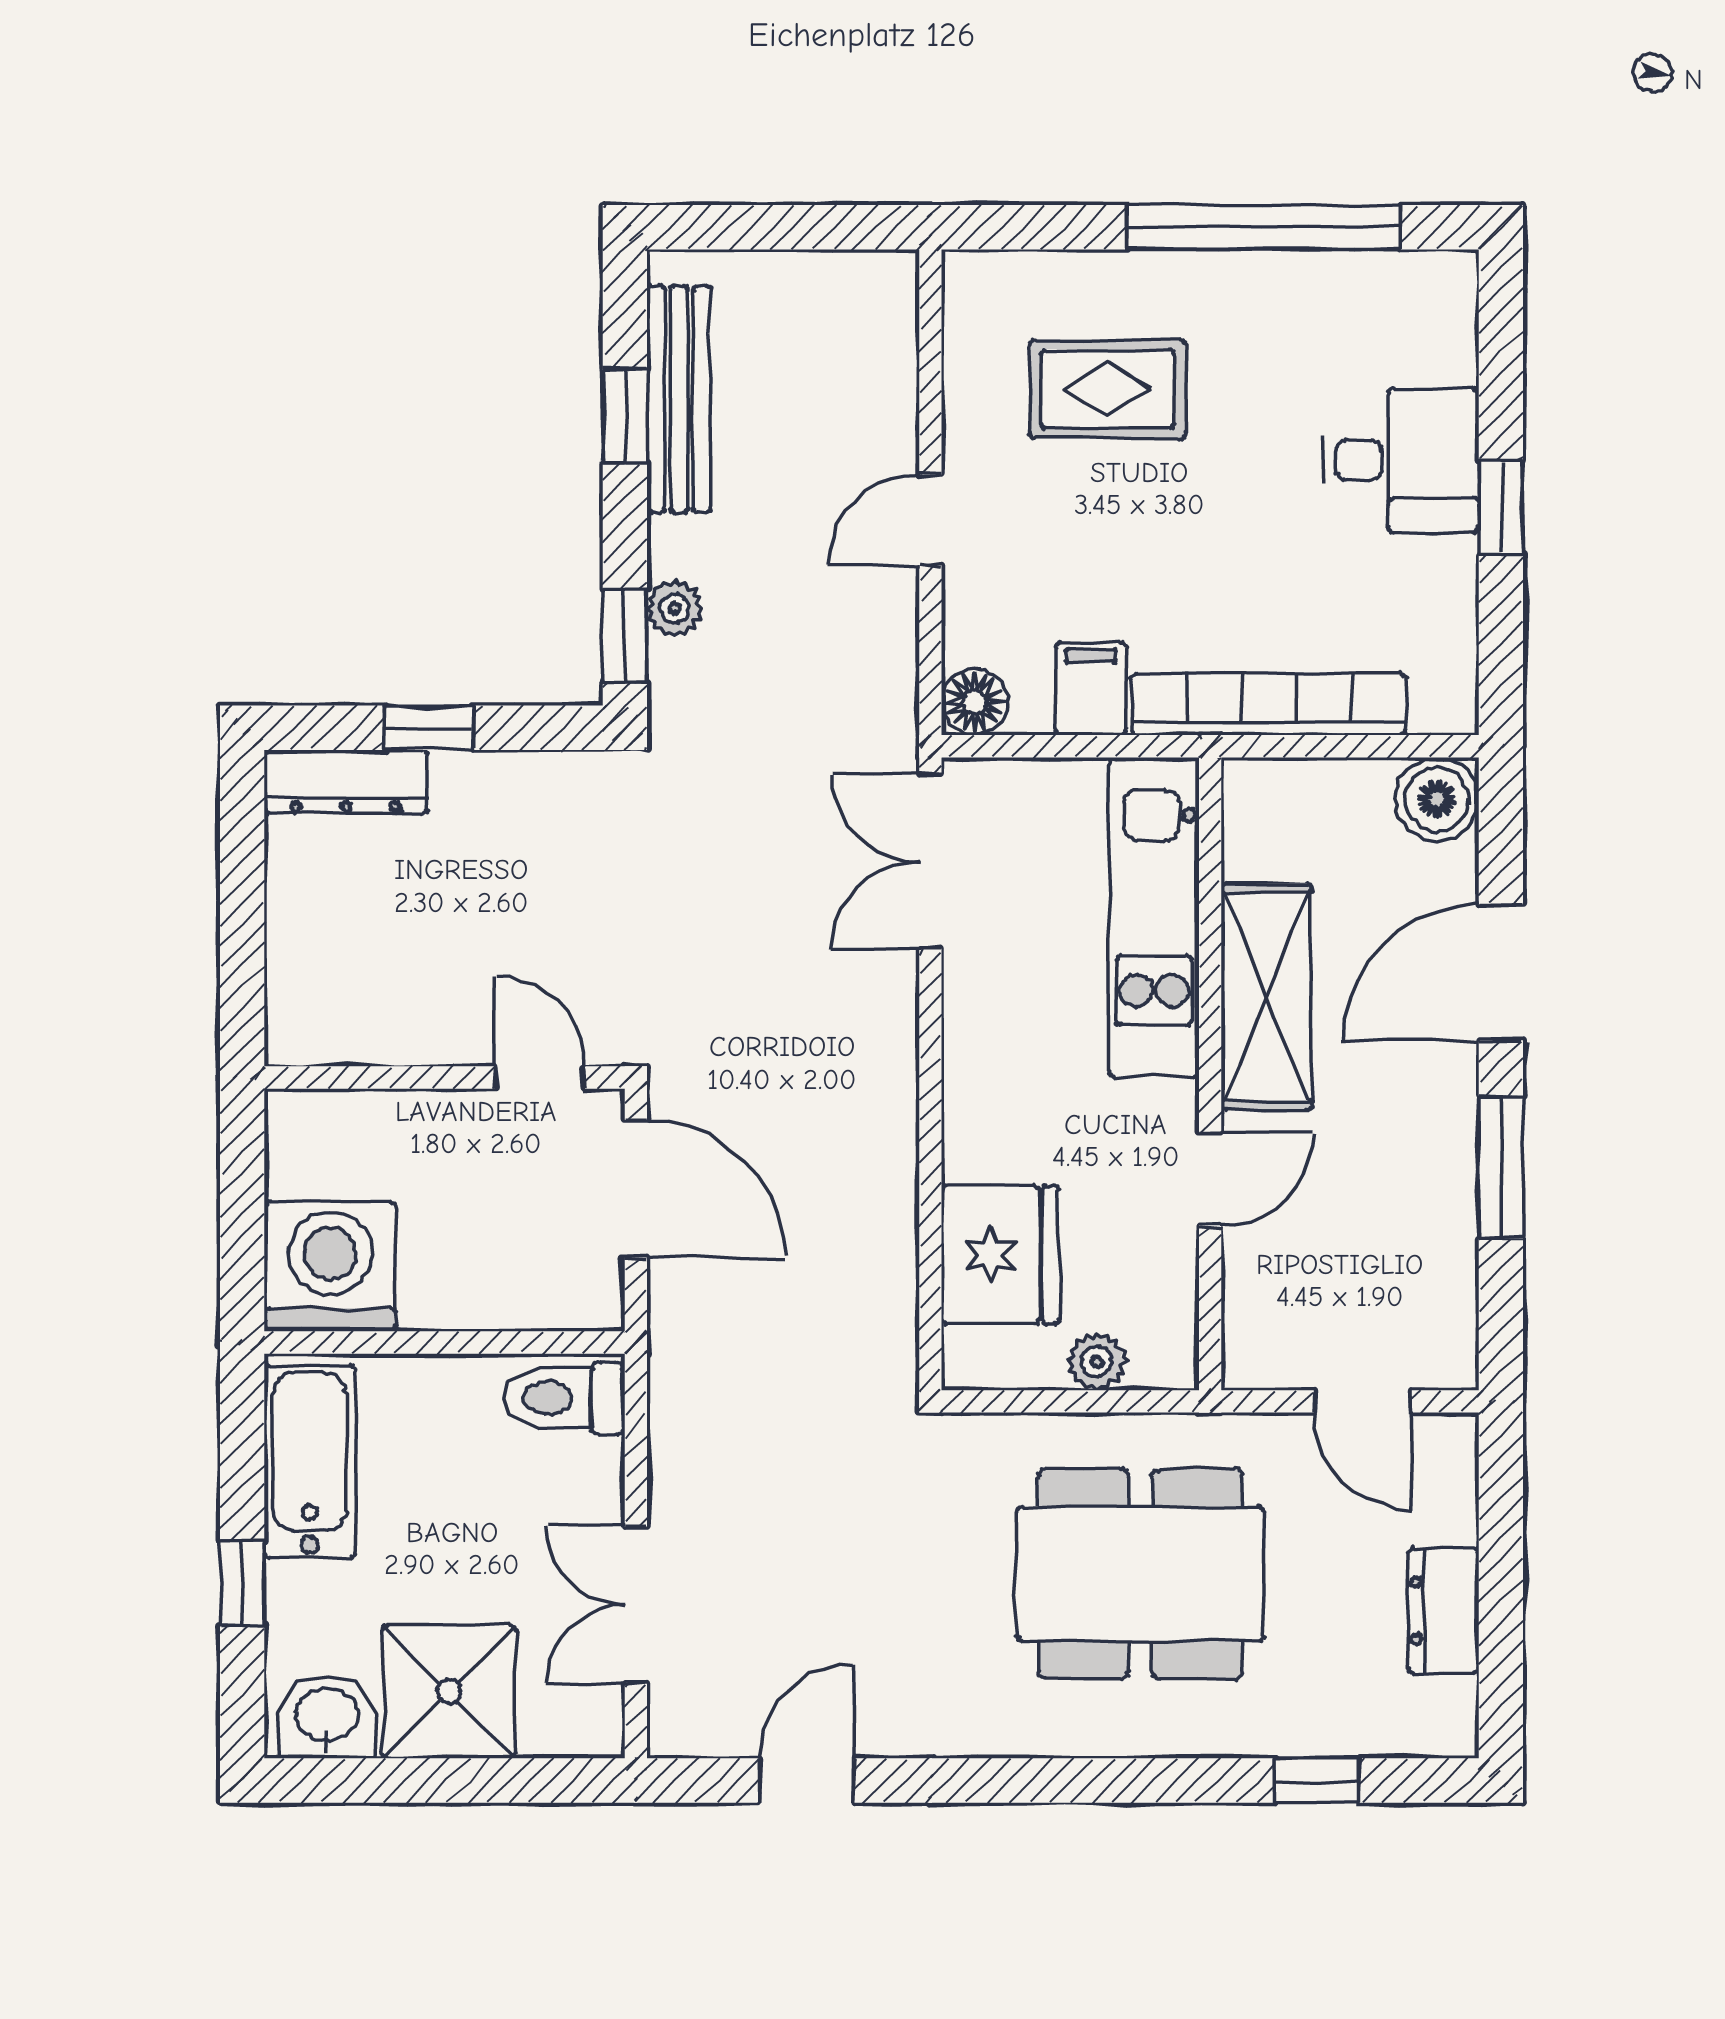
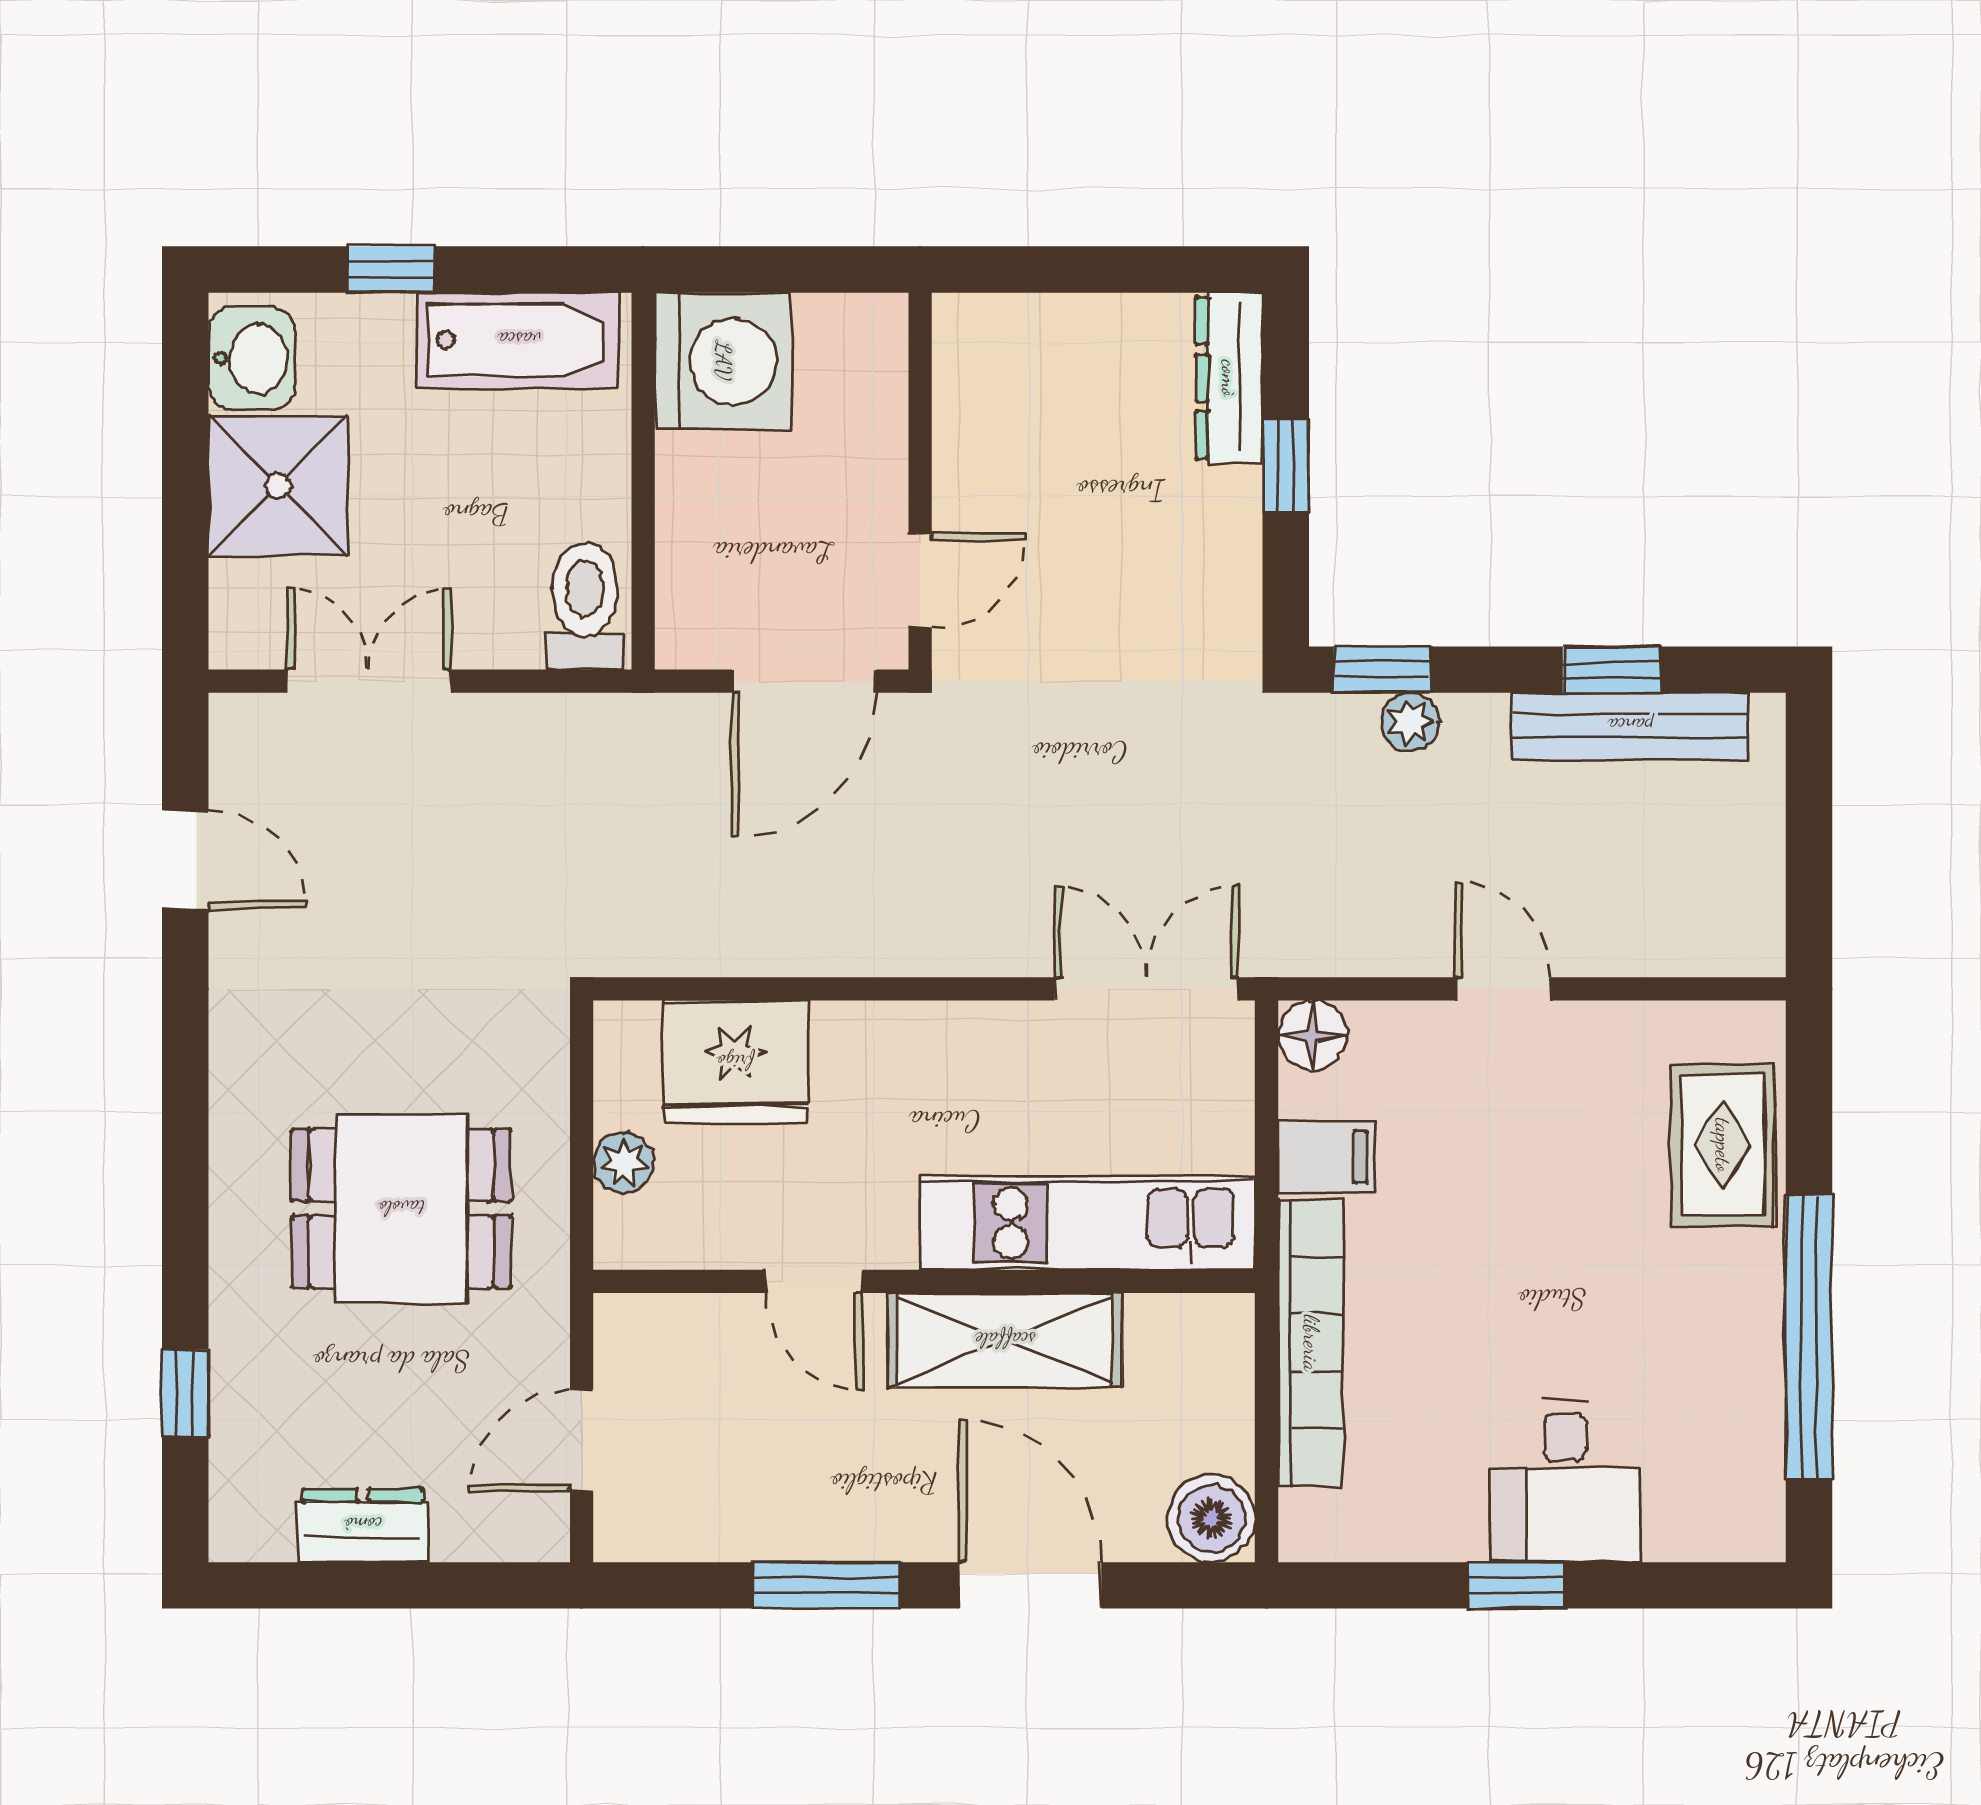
rug: (1108, 389) -> (1723, 1145), moved
dining table: (1140, 1574) -> (401, 1208), width x0.73

